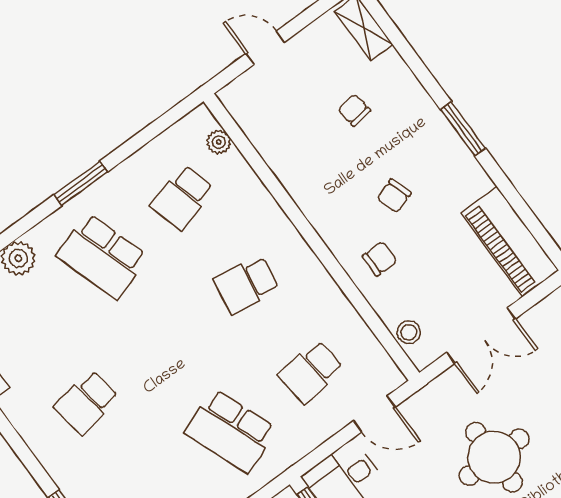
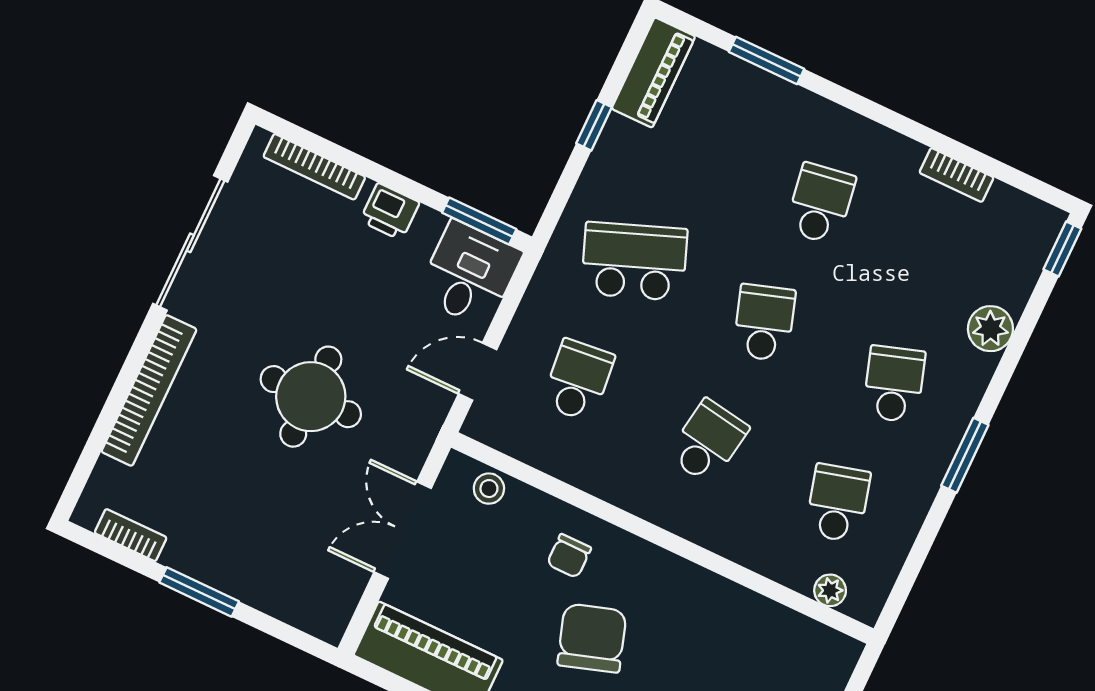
chair: (394, 196) -> (592, 638), width x1.87, depth x1.87
school desk: (102, 256) -> (894, 384), width x0.54
school desk: (166, 343) -> (764, 323), added

